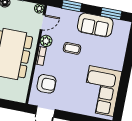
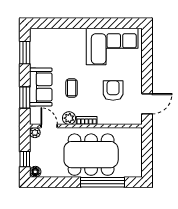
sofa: (95, 25) -> (41, 87), moved
armchair: (46, 84) -> (113, 91), moved

